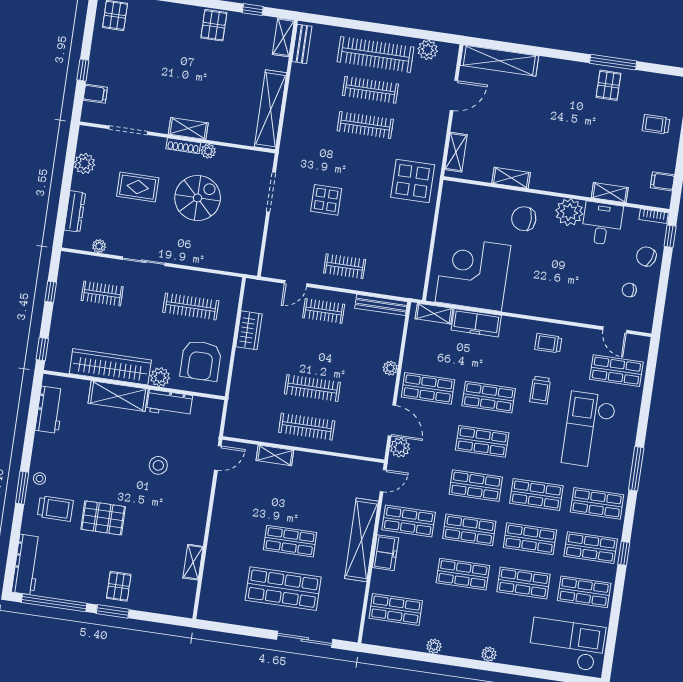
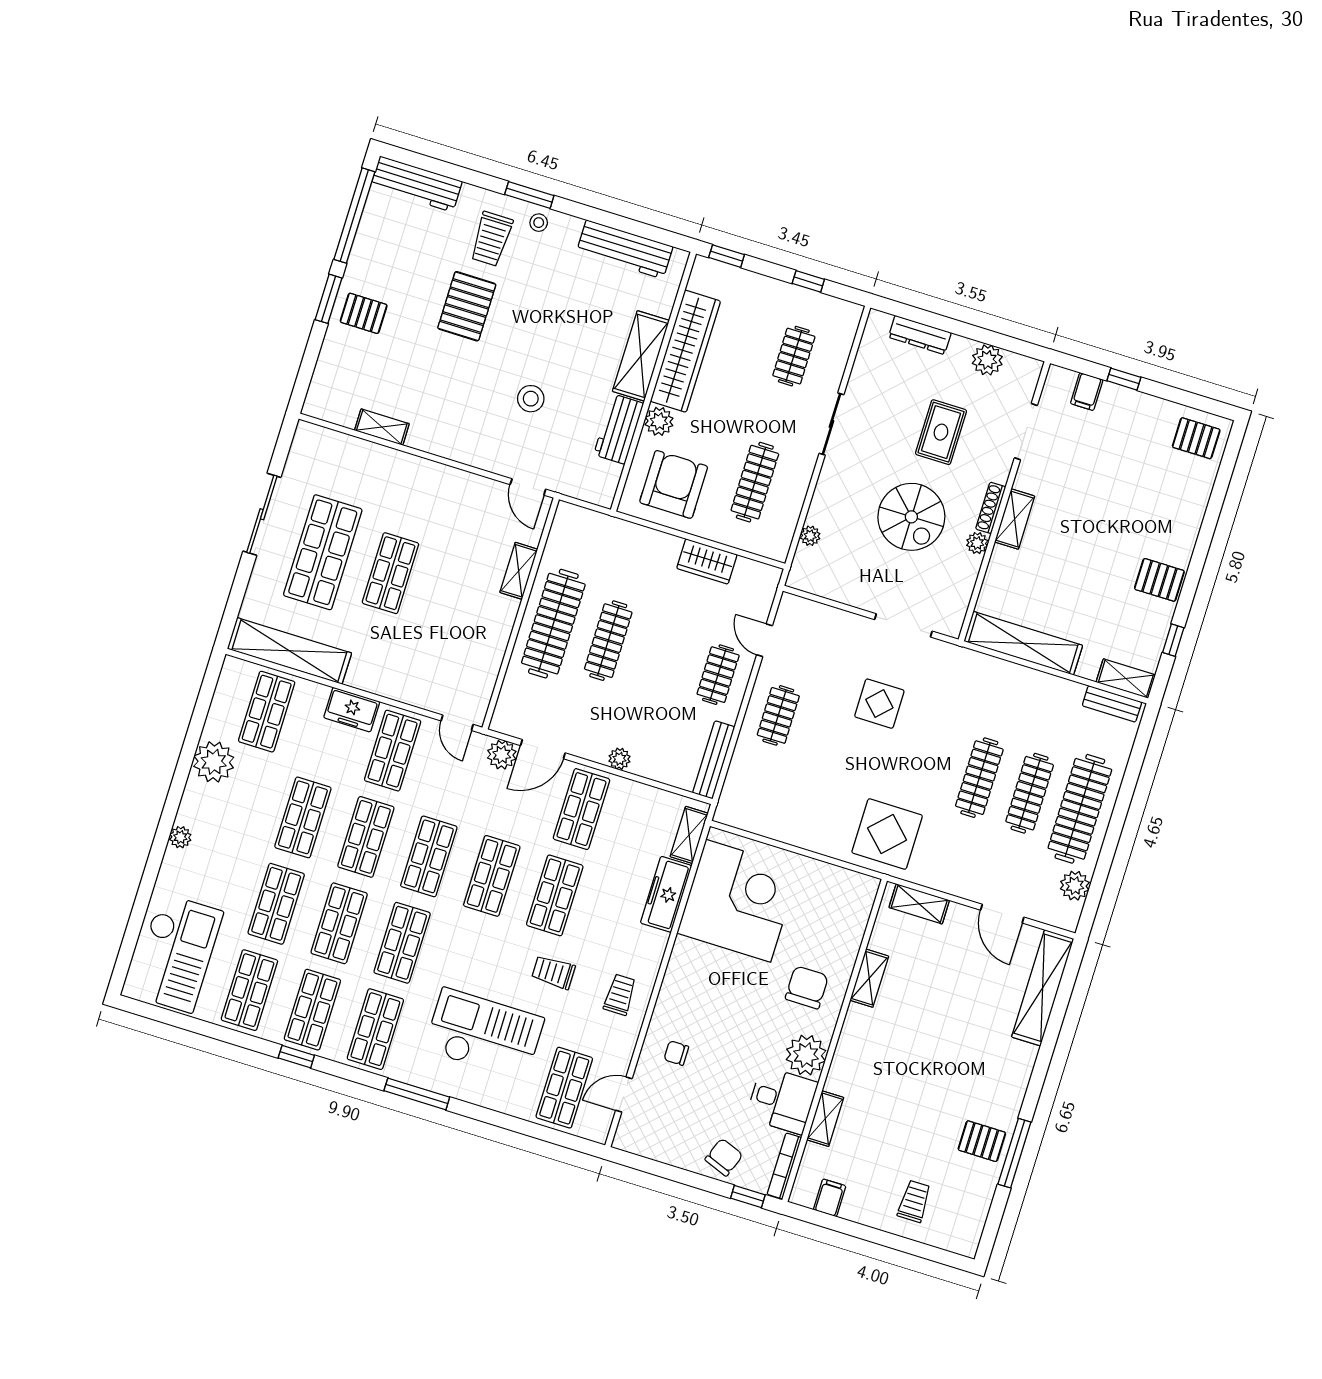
bookcase: (654, 216) -> (784, 1166), width x1.56
plant: (99, 246) -> (810, 536), moved
chair: (629, 290) -> (676, 1053), moved, turned -90
armchair: (201, 361) -> (674, 484), turned 90
workbench: (50, 410) -> (625, 249), width x1.38
clothes rail: (307, 427) -> (553, 624), width x1.37, depth x1.31
shelving: (361, 540) -> (289, 651), moved
sliding door: (305, 639) -> (262, 514), moved
plant: (434, 646) -> (214, 762), width x1.88, depth x1.88

